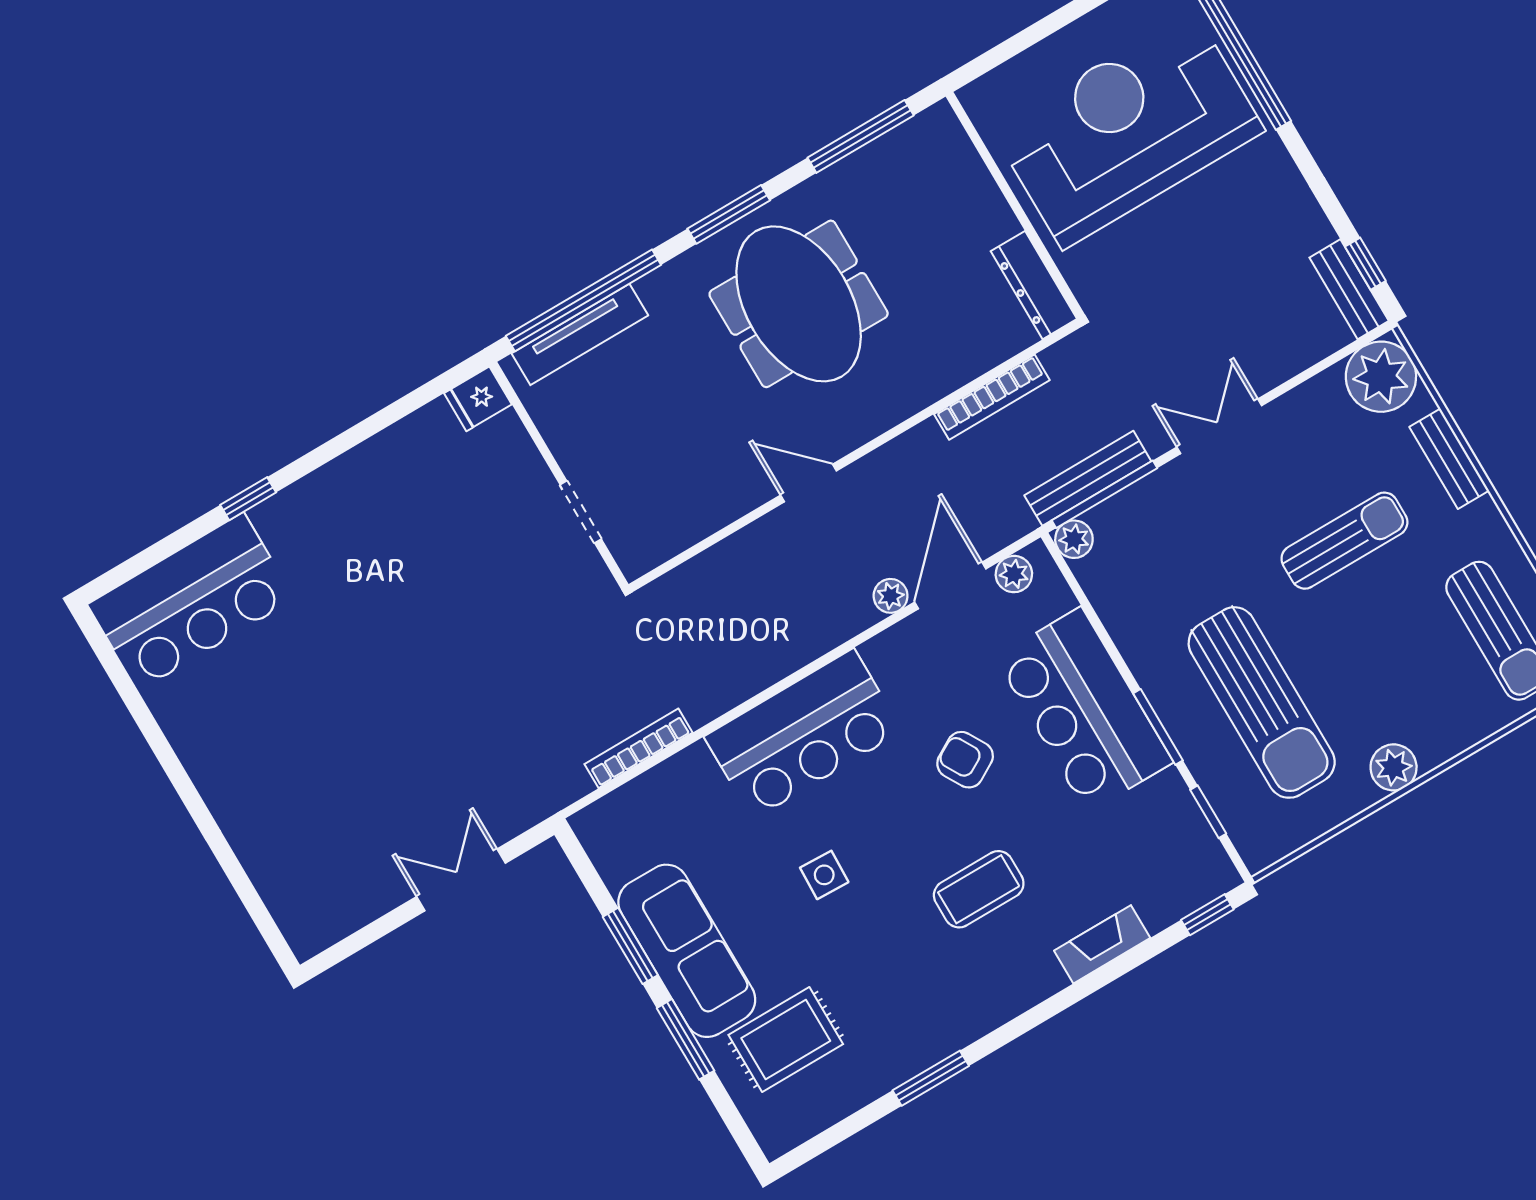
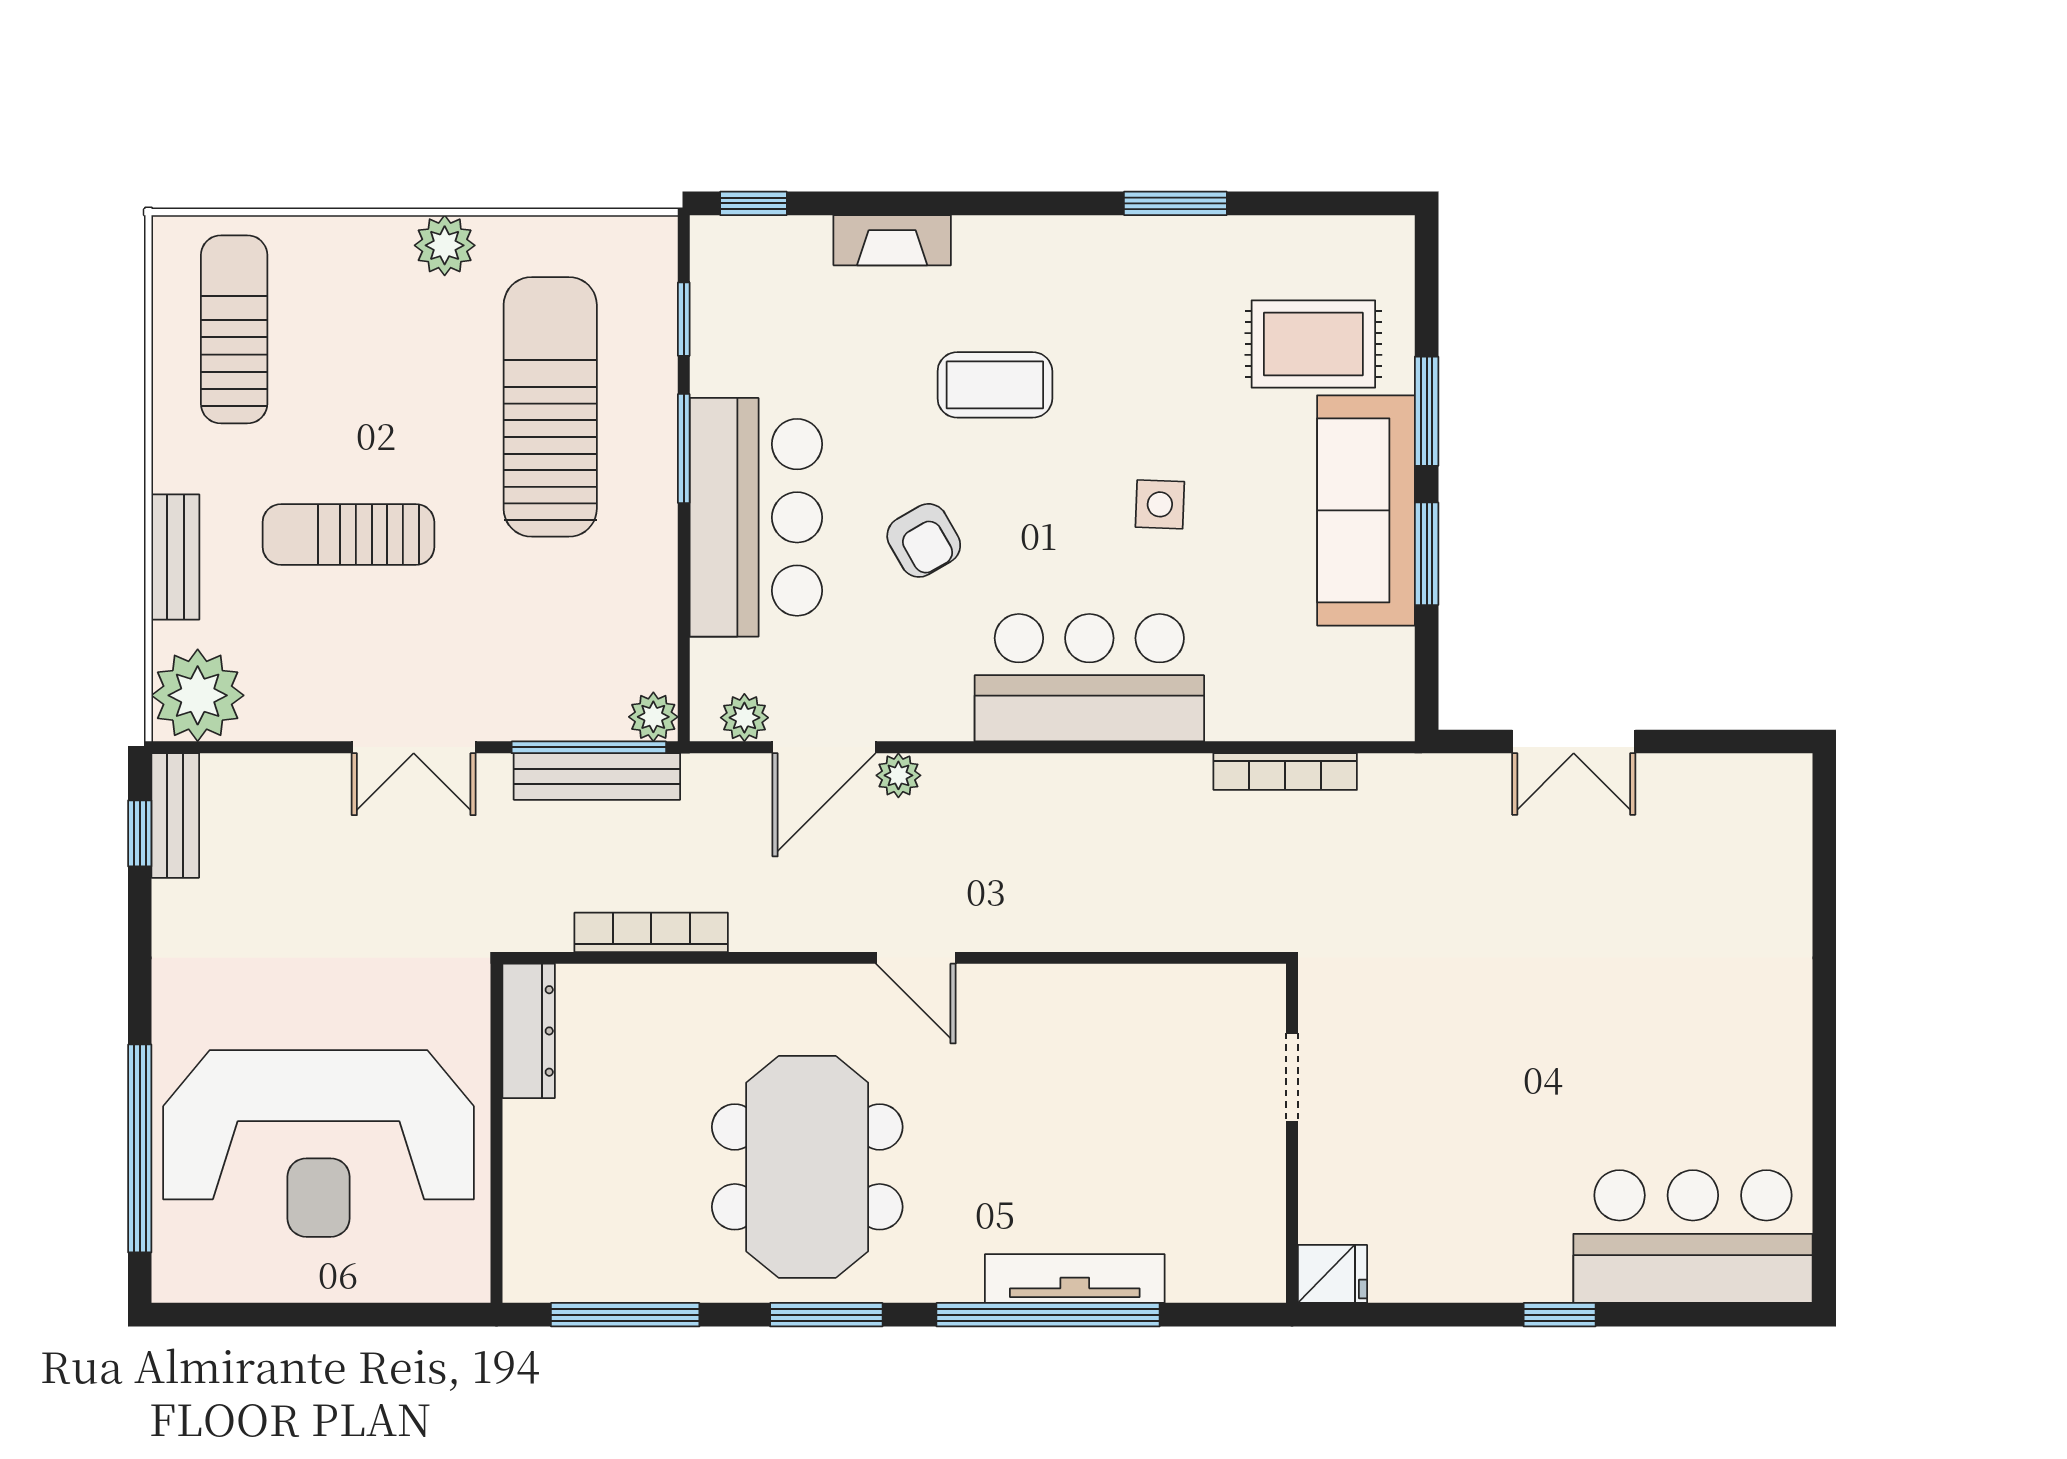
fridge: (478, 399) -> (1333, 1274), moved
wall: (559, 475) -> (1292, 1133), moved
doorway: (581, 512) -> (1292, 1077), moved

